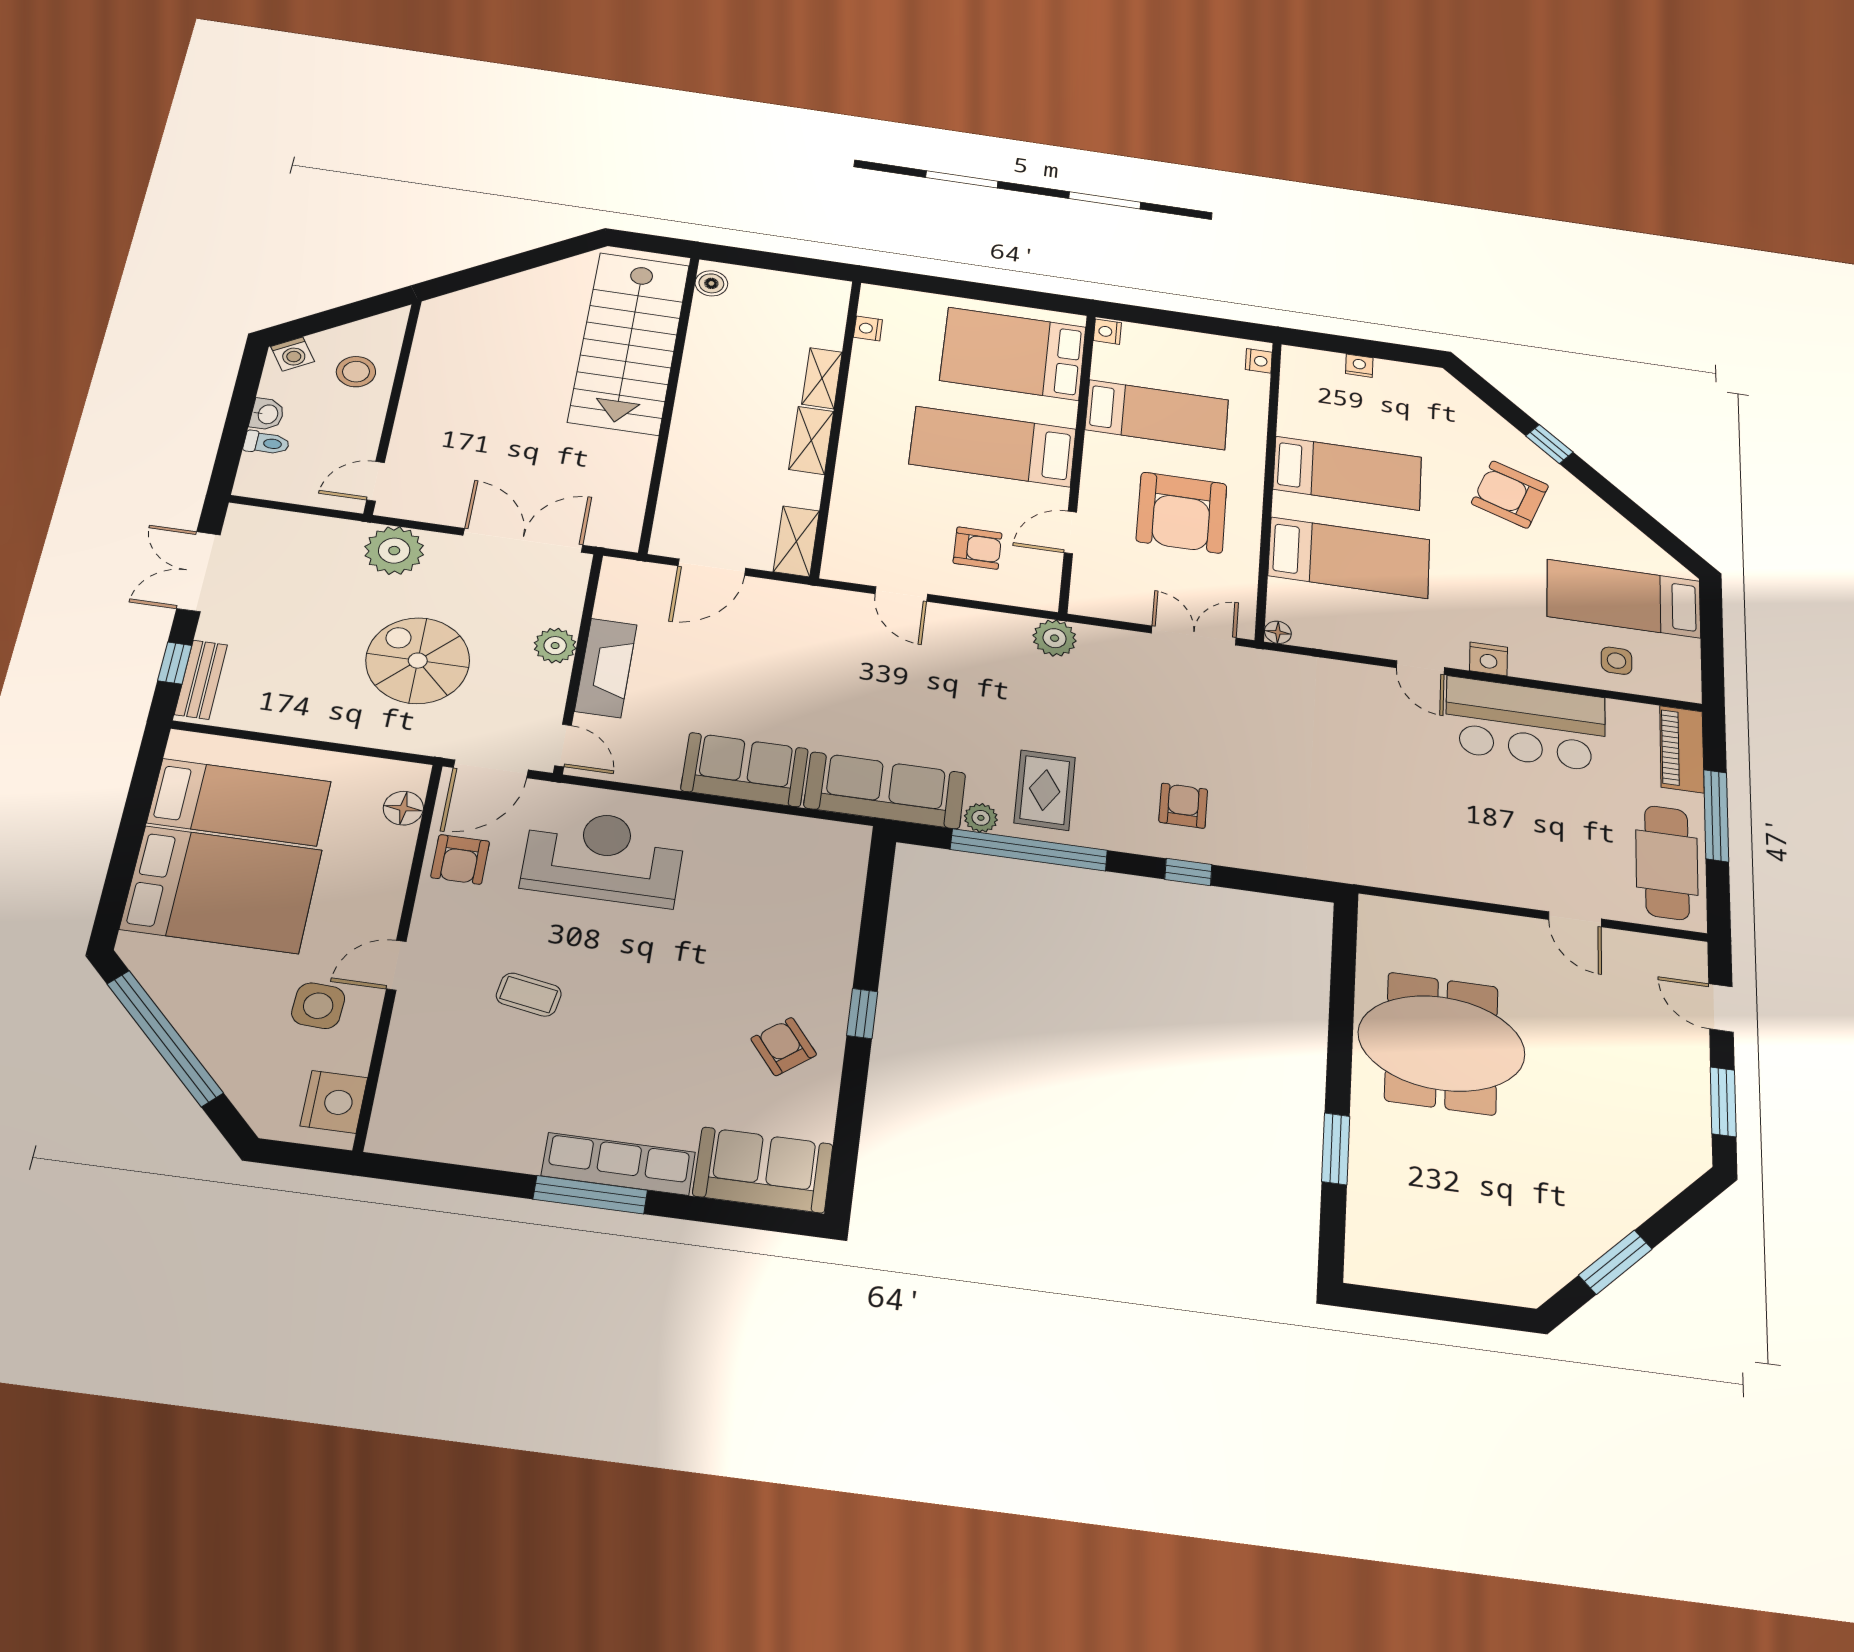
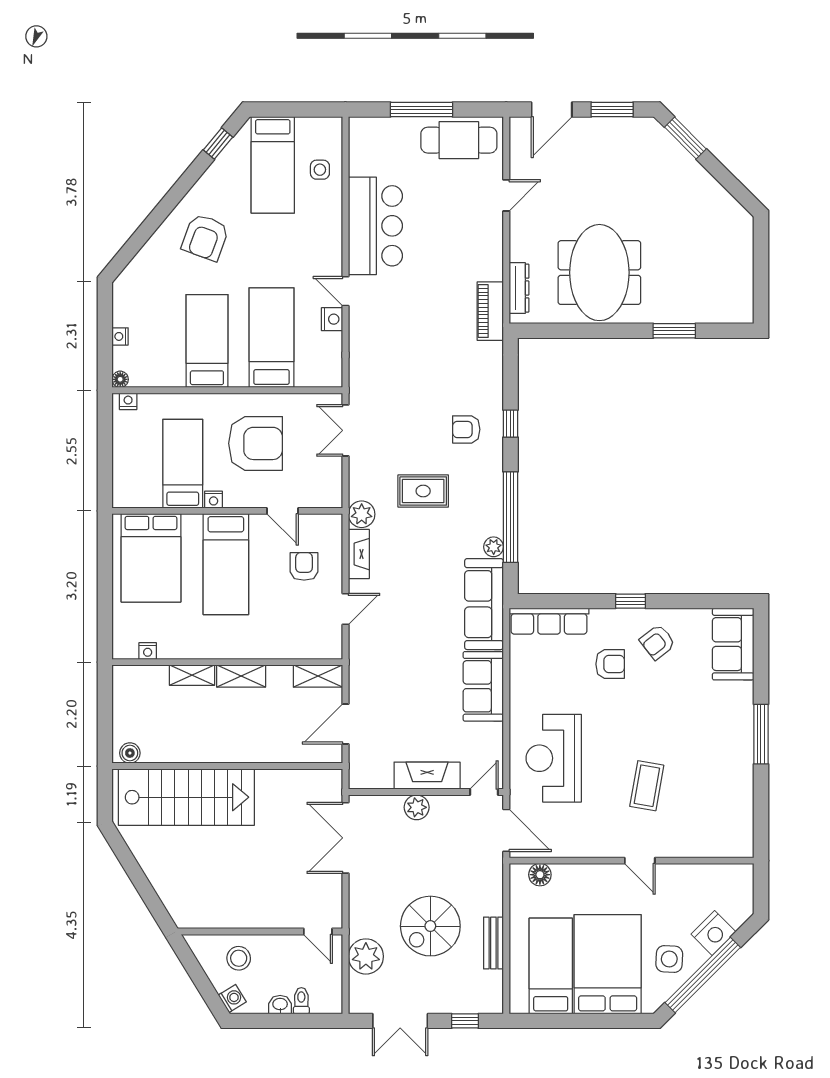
nightstand: (1107, 332) -> (214, 500), moved
window: (1549, 444) -> (218, 143), moved
plant: (394, 551) -> (366, 956), moved
door: (712, 567) -> (345, 724), swing flipped
fireplace: (990, 625) -> (359, 554), added
floor lamp: (1278, 632) -> (120, 379), moved
nightstand: (1489, 659) -> (332, 319), moved
spiral stairs: (418, 661) -> (430, 926), moved
door: (1420, 668) -> (345, 291), swing flipped
bench: (201, 680) -> (493, 943), moved, turned 90
piano: (1682, 749) -> (490, 311), moved, turned 90
rug: (1045, 790) -> (423, 491), moved
armchair: (460, 859) -> (610, 664), moved
dresser: (1418, 917) -> (519, 288), added
coffee table: (529, 995) -> (647, 786), width x1.36, depth x1.30
side table: (318, 1006) -> (669, 959), moved
door: (1721, 1008) -> (552, 110), width x1.38
nightstand: (334, 1102) -> (713, 933), moved, turned 135
row of seats: (618, 1164) -> (549, 621), moved, turned -90
window: (1615, 1262) -> (685, 138), moved

